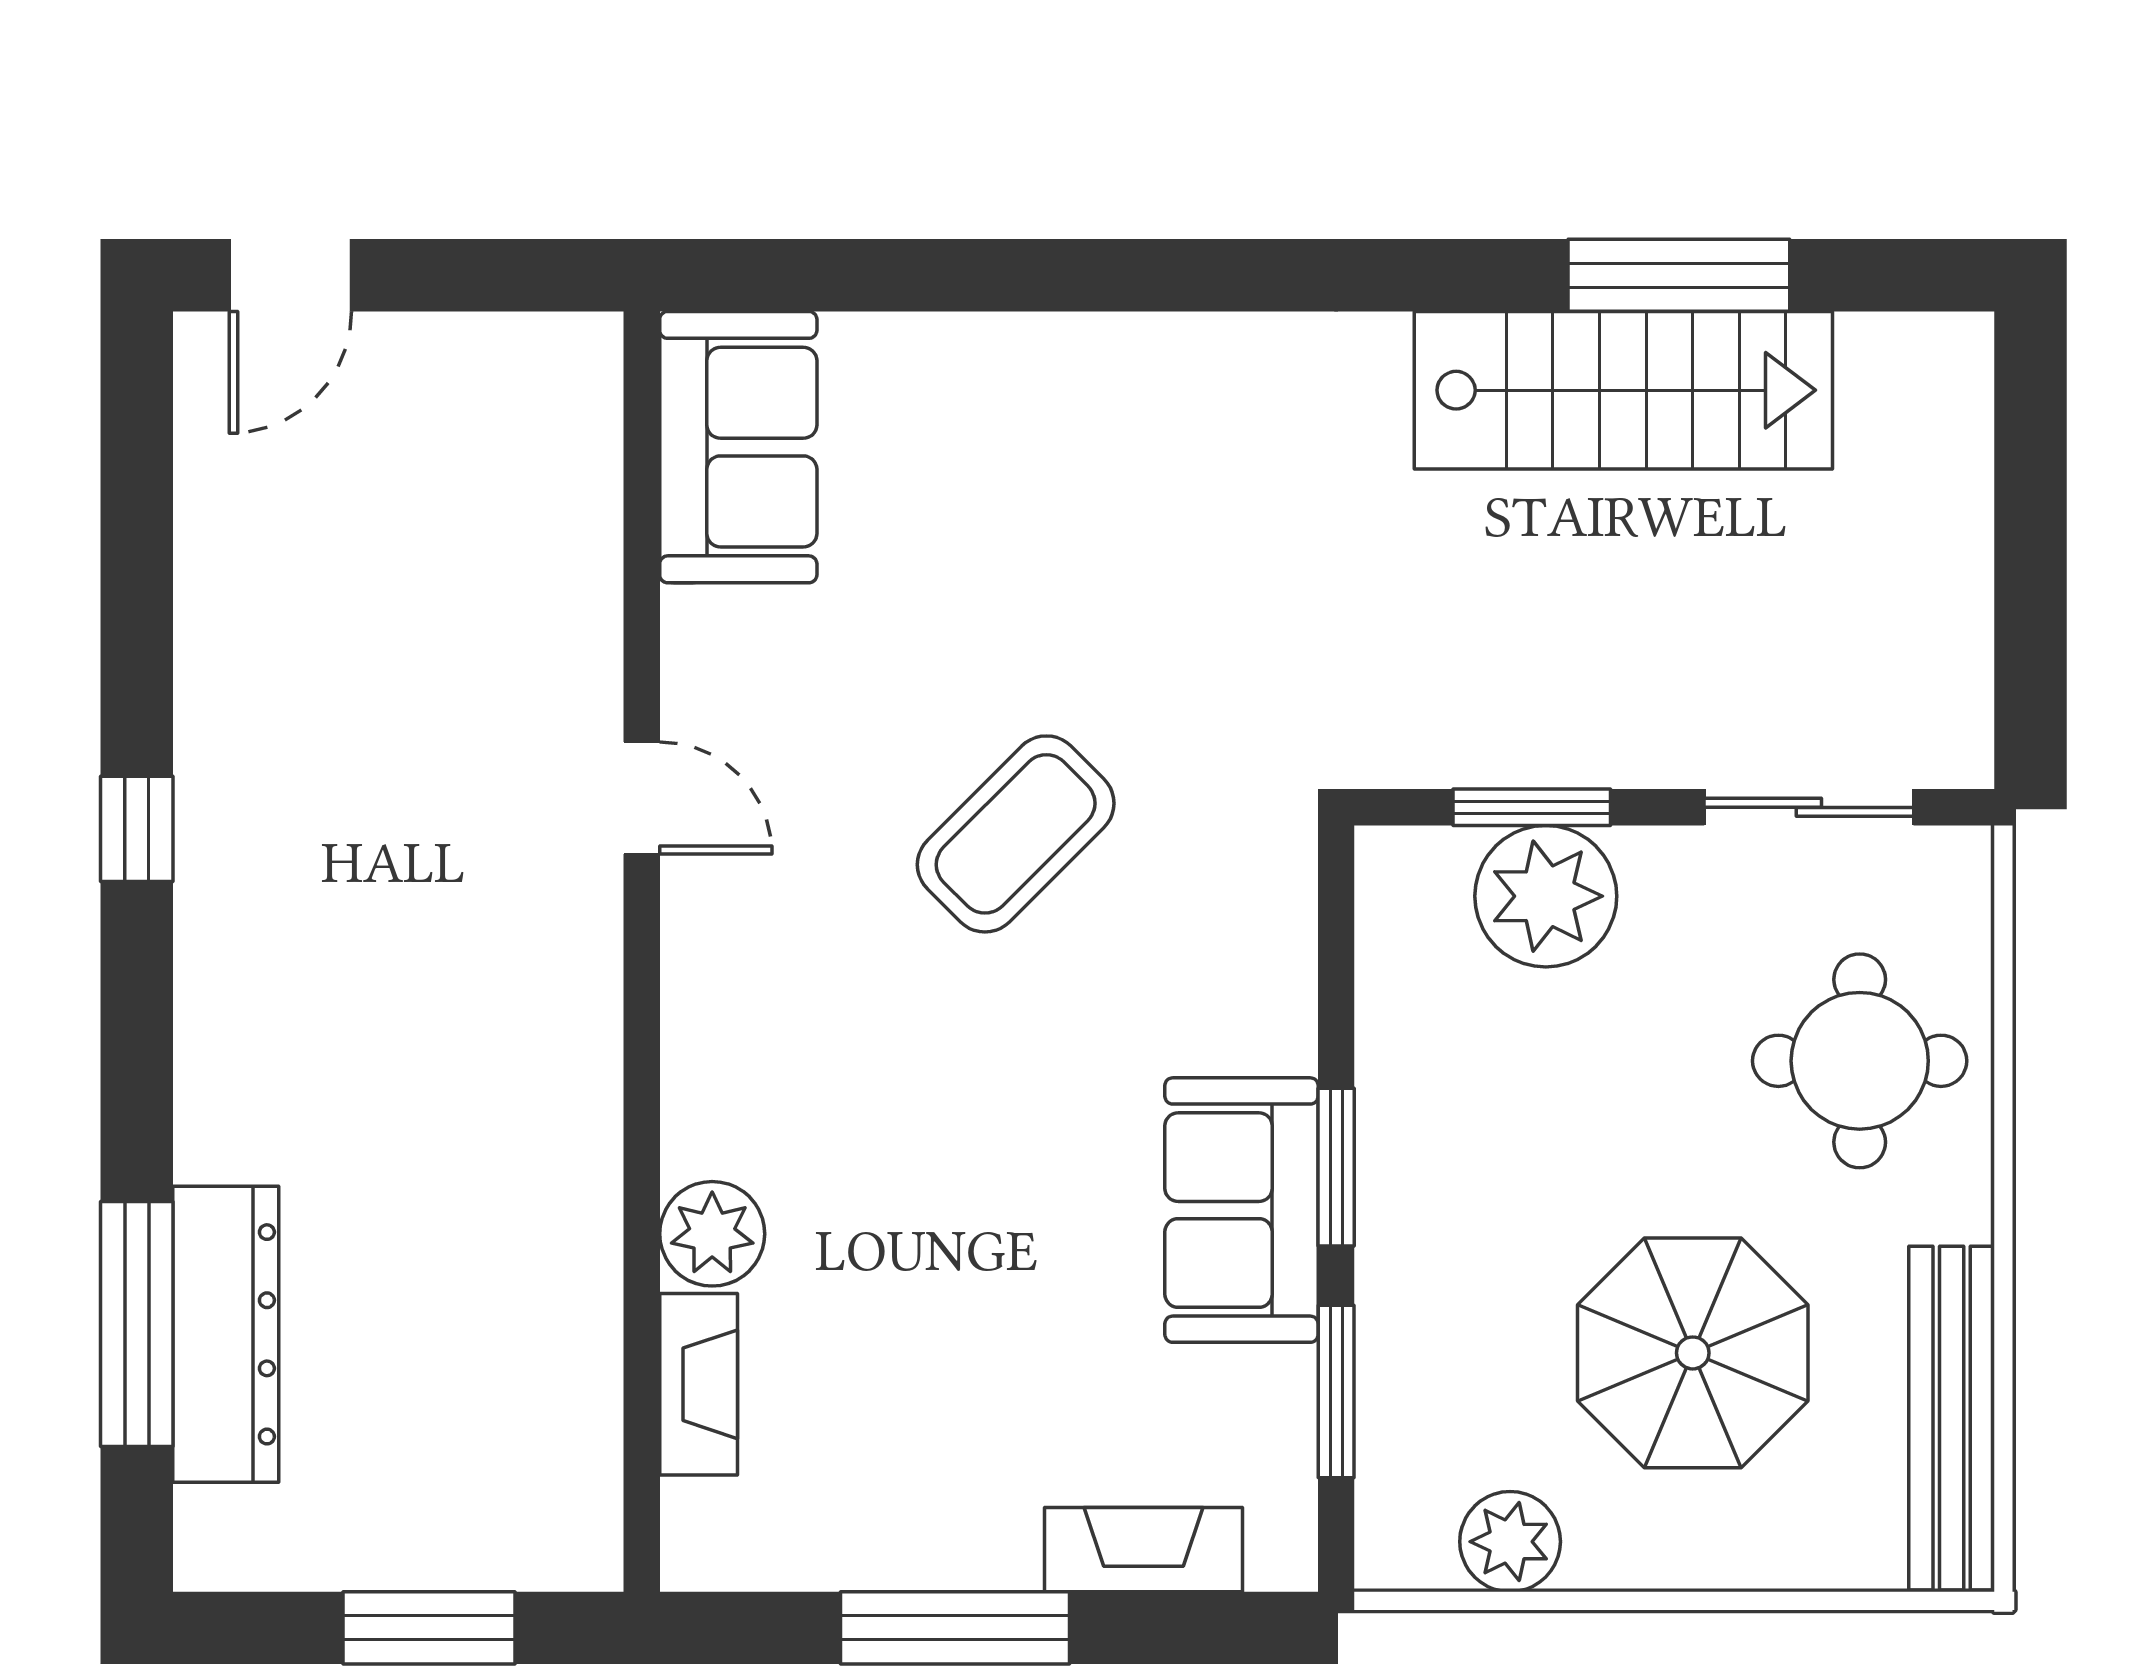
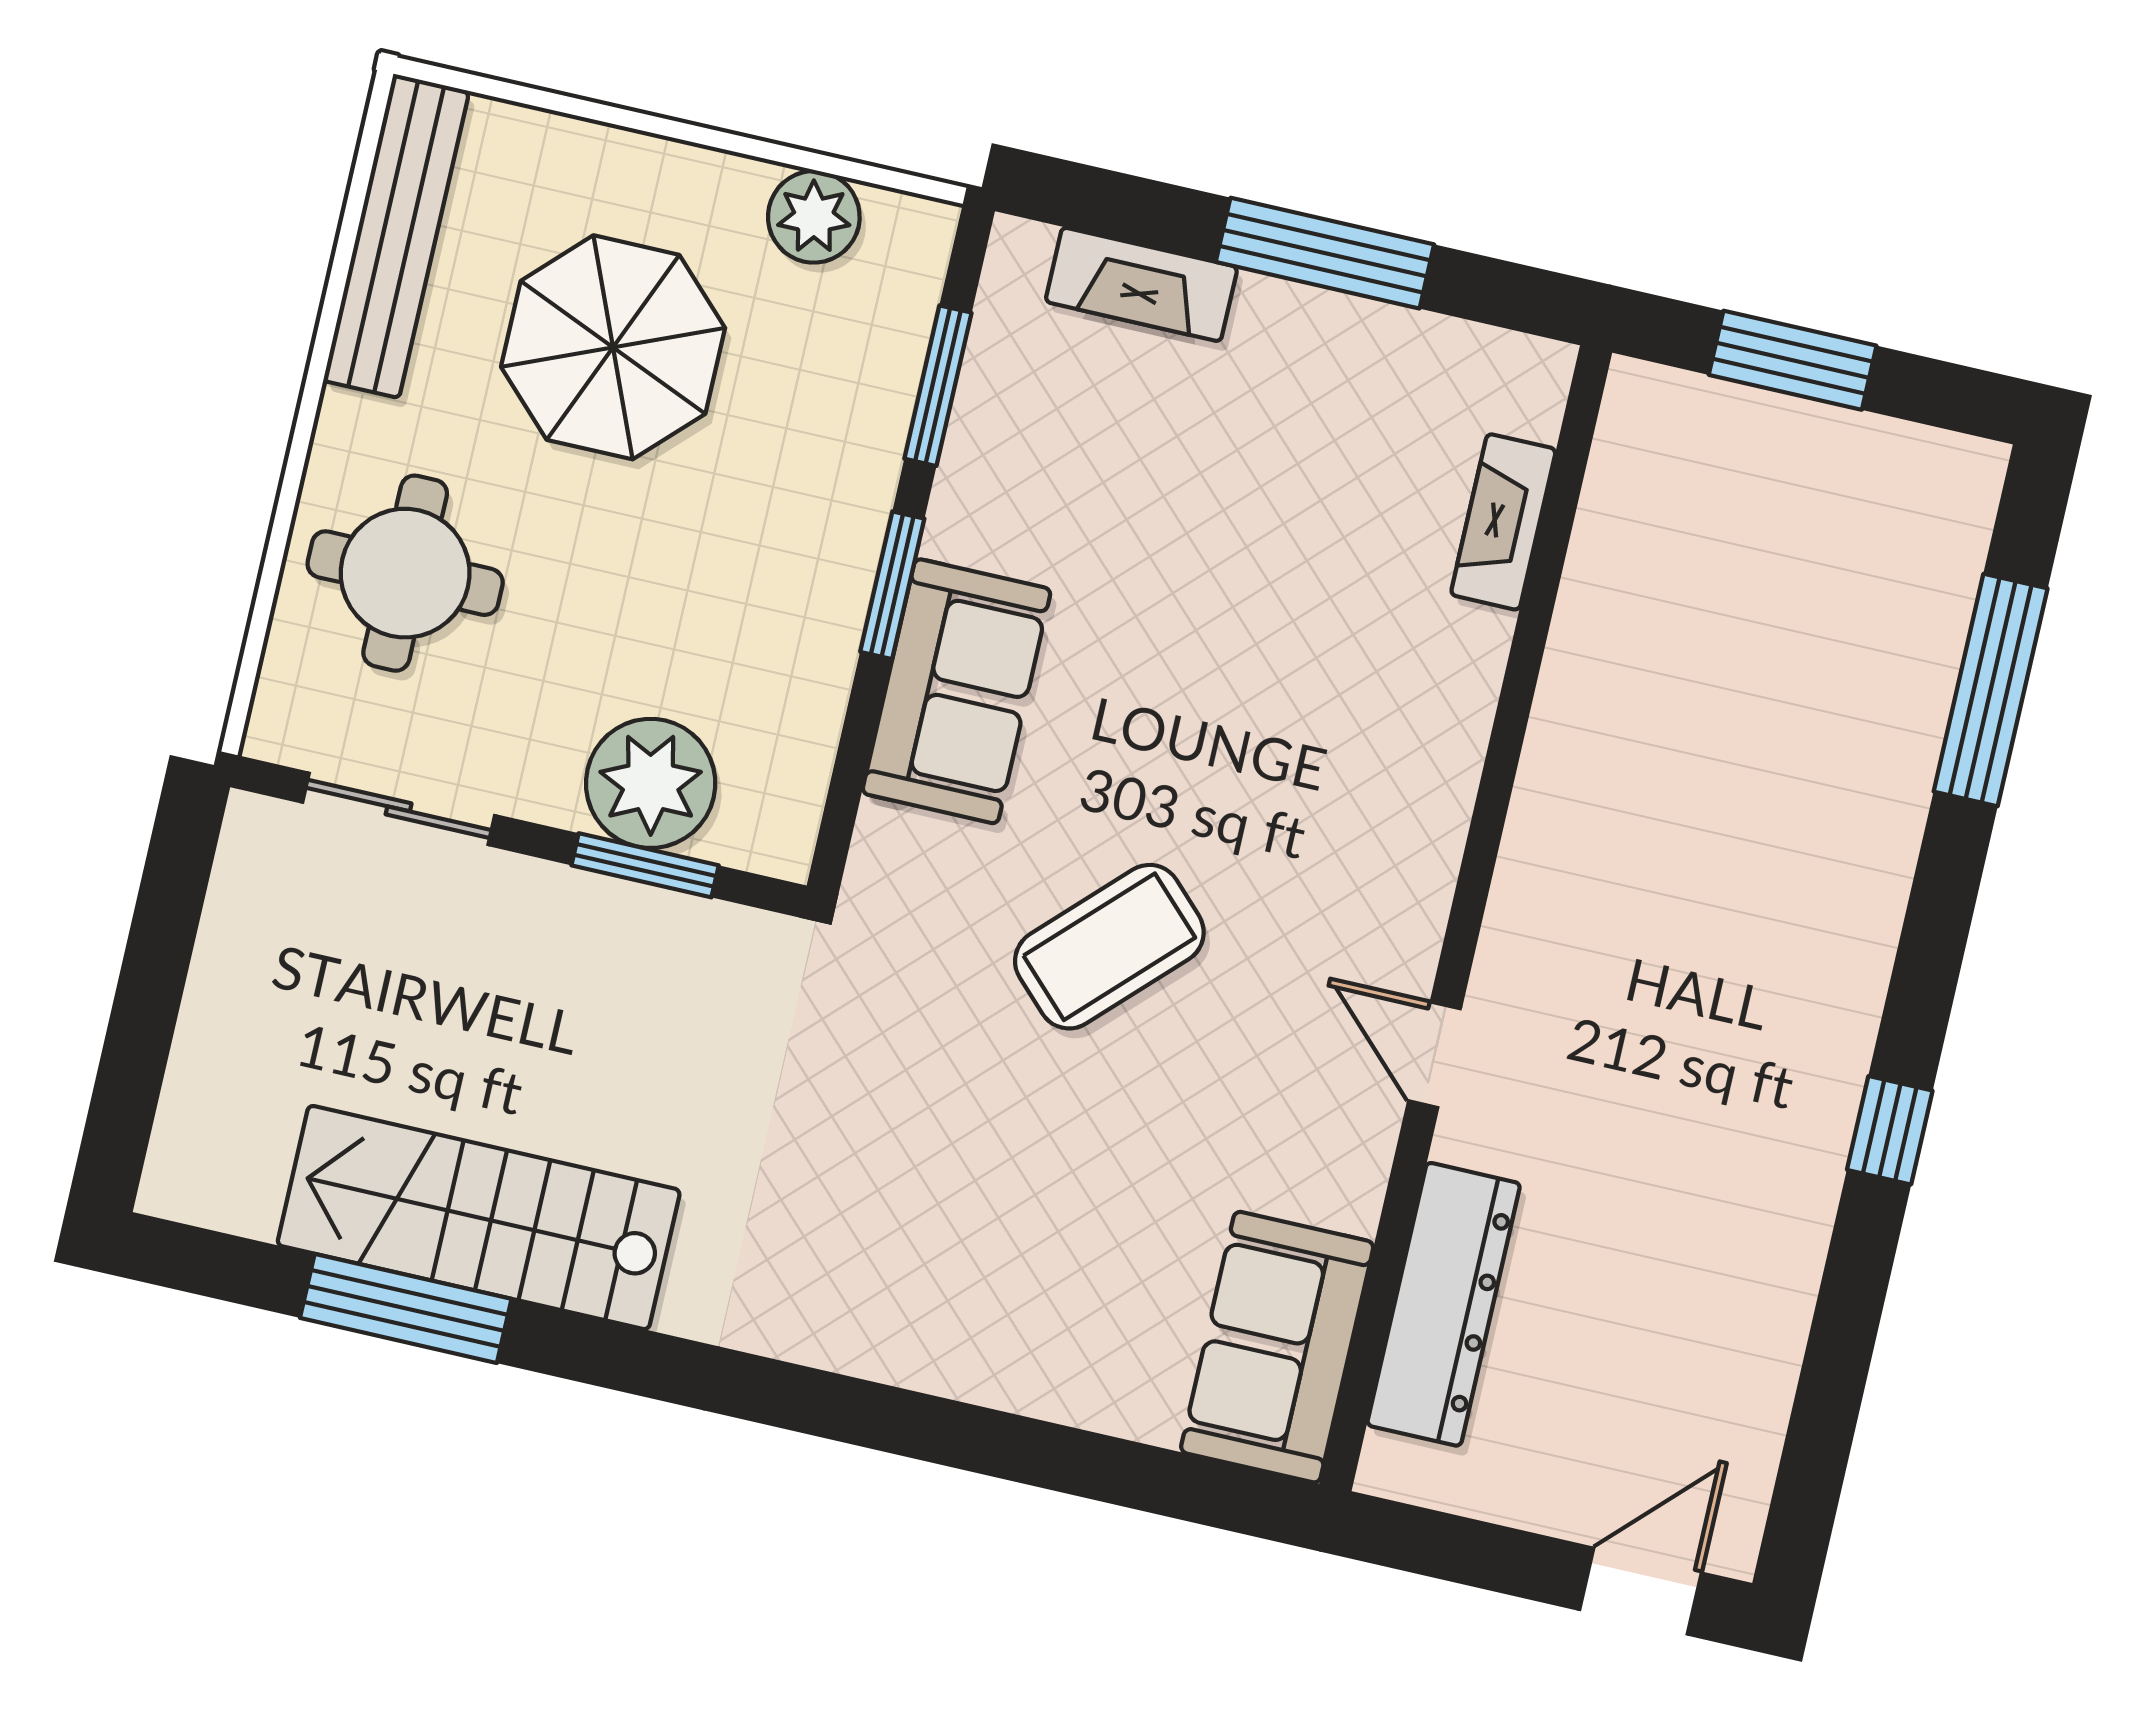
sofa: (1242, 1210) -> (956, 691), moved
plant: (712, 1234) -> (1461, 653), removed
dresser: (226, 1334) -> (1444, 1304), moved, turned 180

